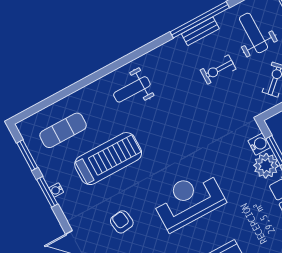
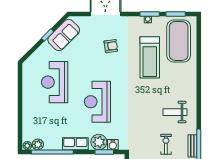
weight bench: (132, 89) -> (175, 112), moved, turned -90
exercise mat: (63, 130) -> (179, 41), width x2.00, depth x1.45
reception desk: (189, 200) -> (97, 102), moved, turned 180

